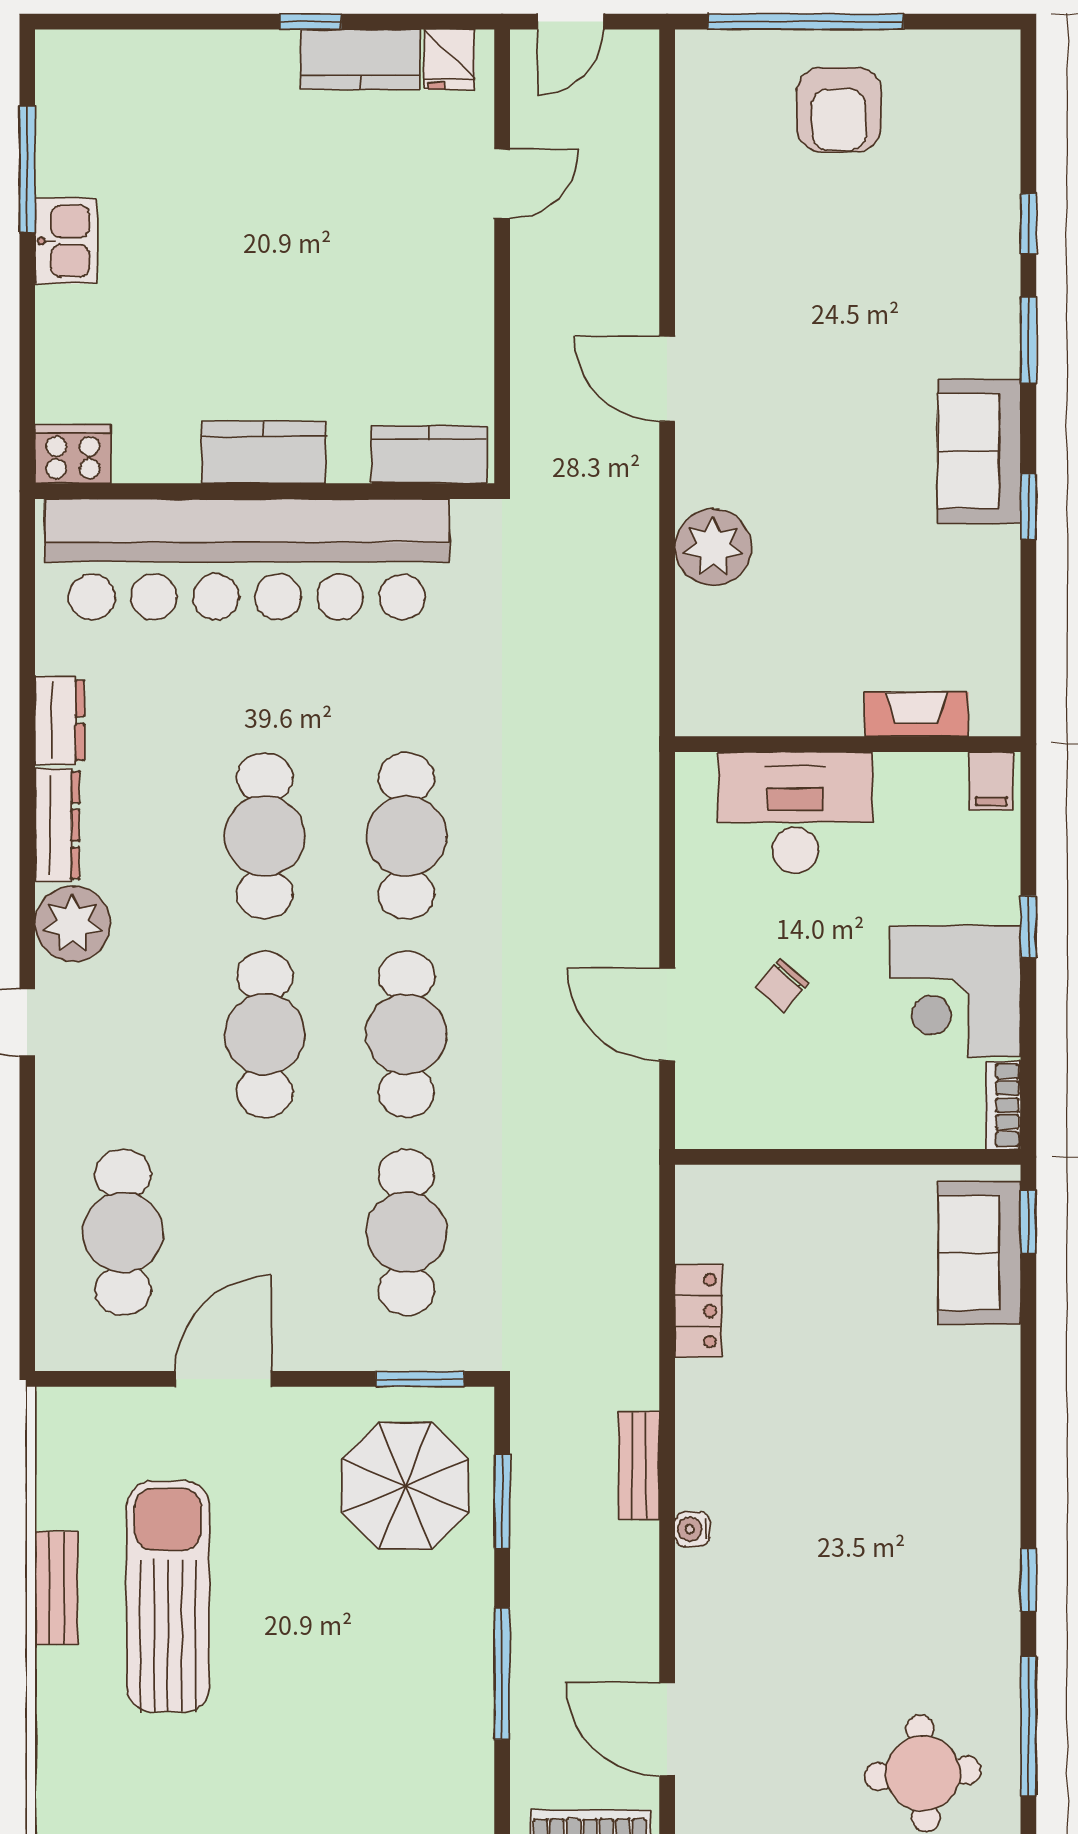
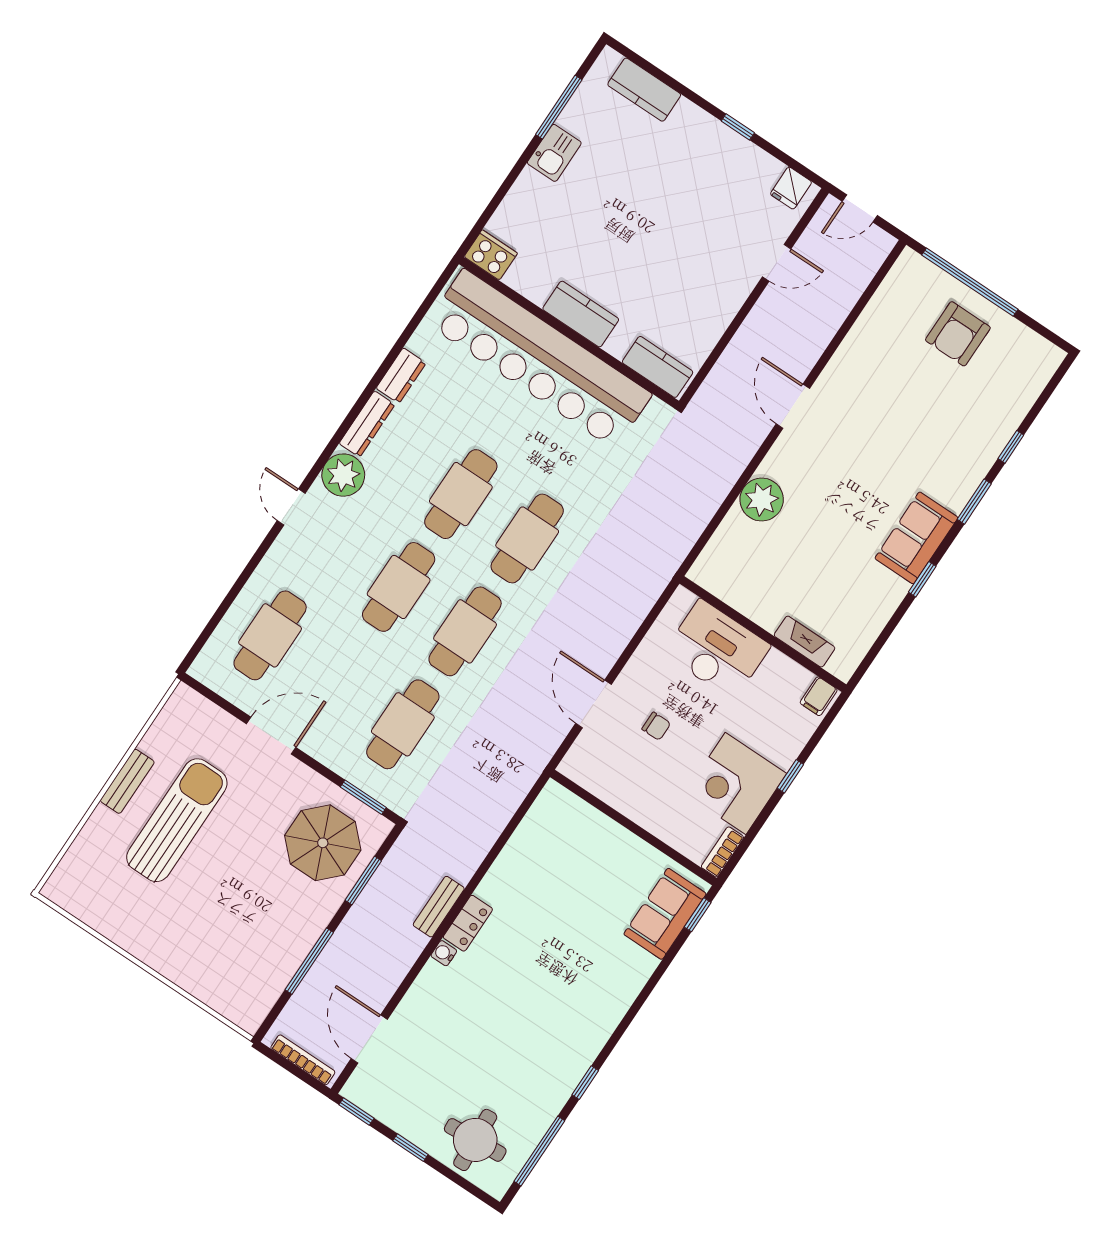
kitchen counter: (360, 59) -> (644, 90), moved
chair: (782, 985) -> (656, 726), turned -131
locker: (698, 1311) -> (468, 923), moved

